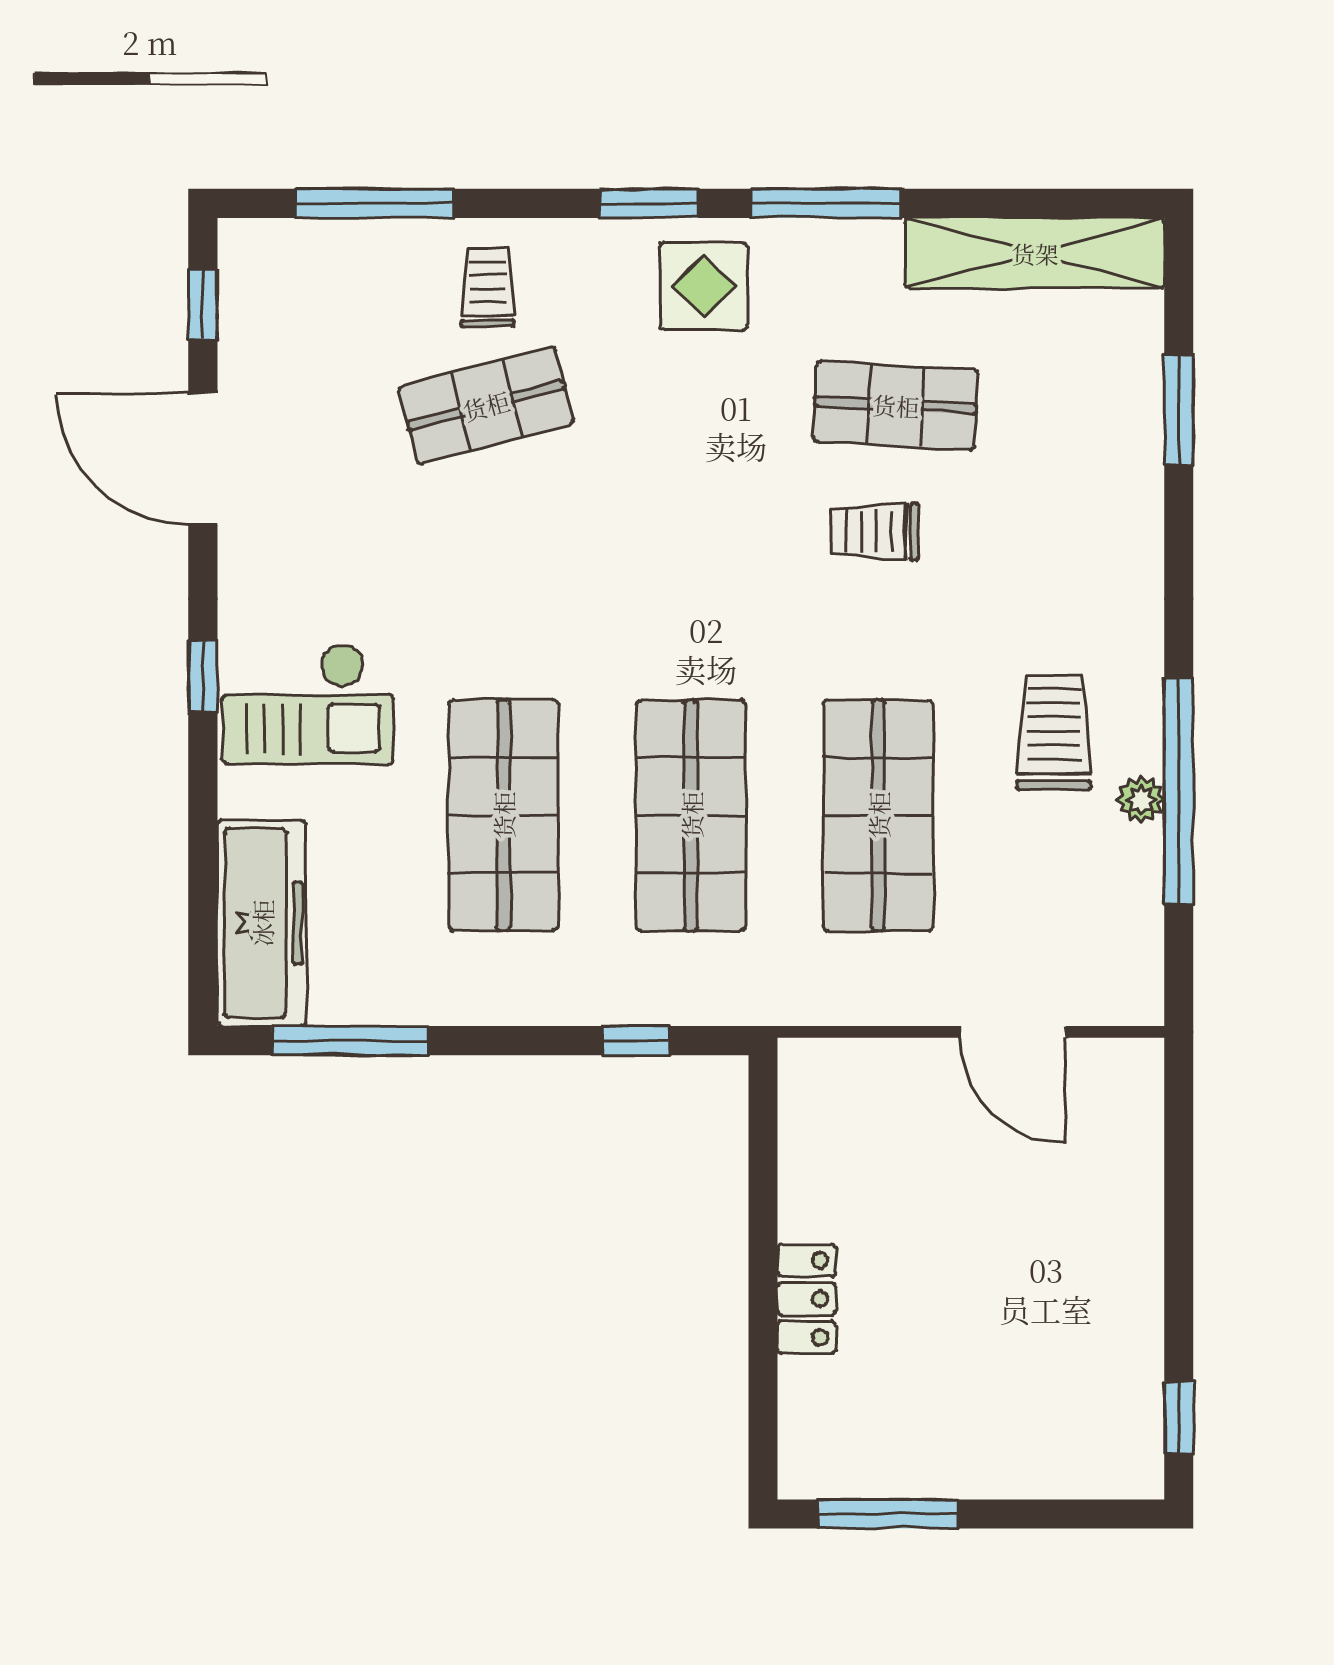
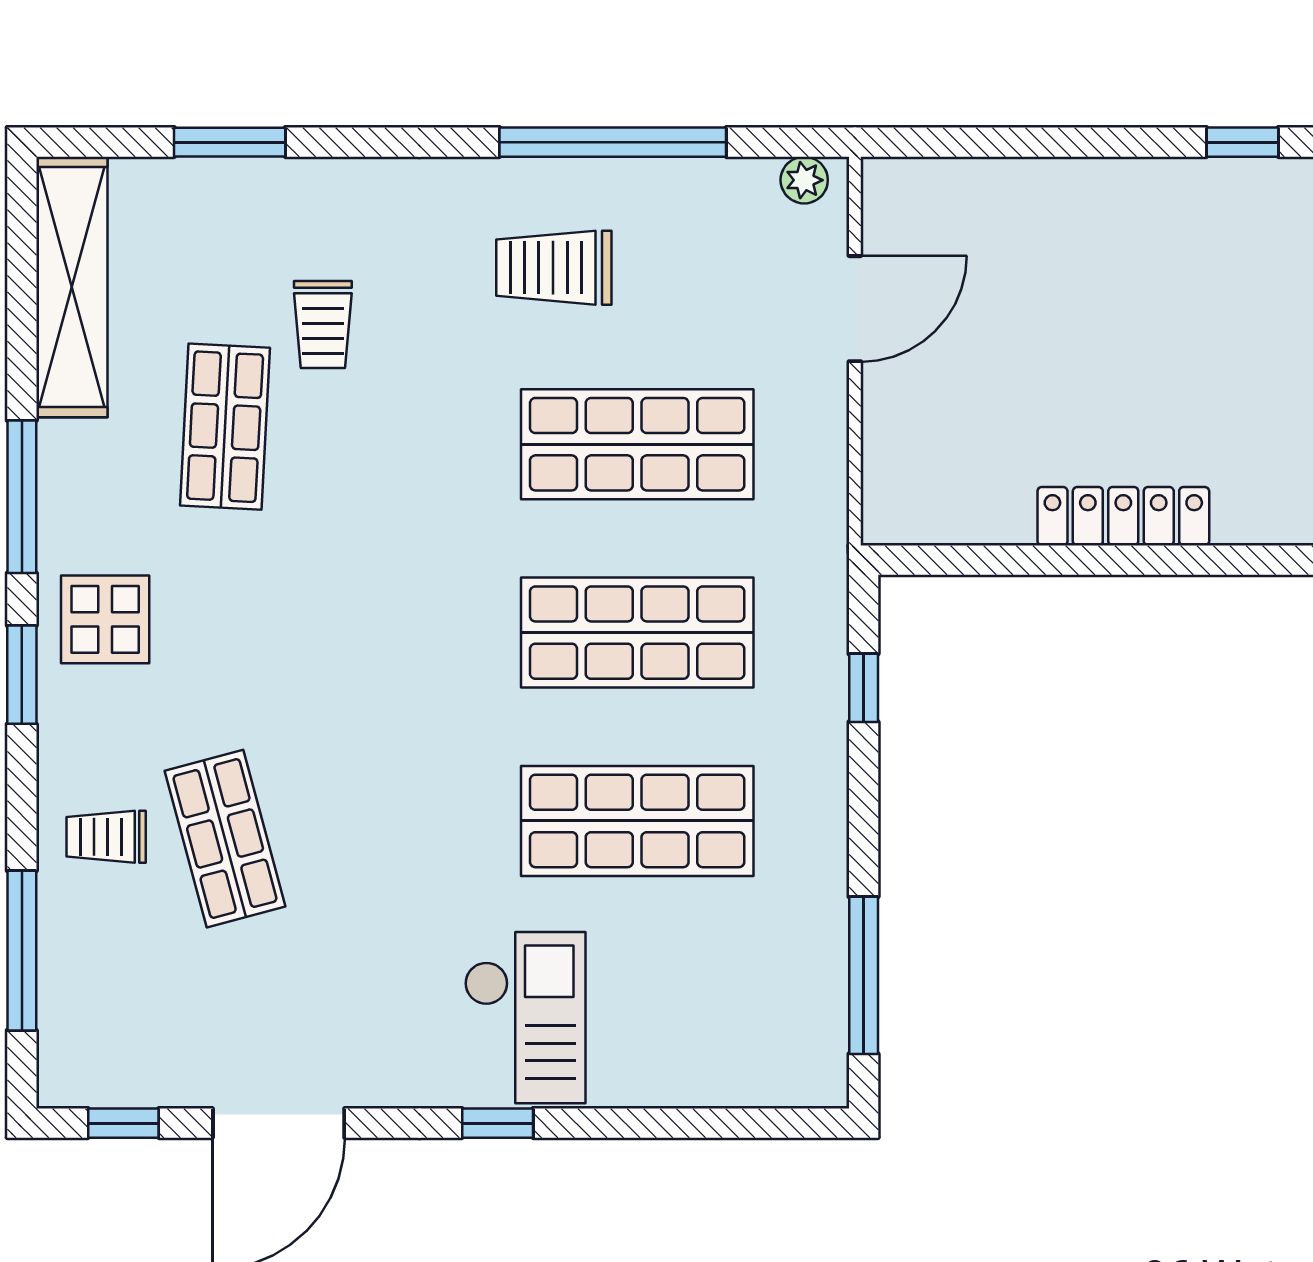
trolley: (875, 532) -> (323, 324), moved
plant: (1141, 799) -> (804, 180), moved
freezer: (262, 923) -> (745, 1064), removed
locker: (807, 1299) -> (1123, 516), width x1.53

